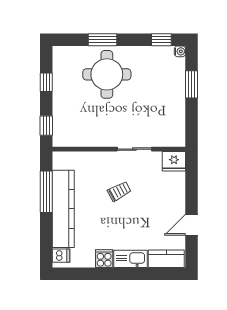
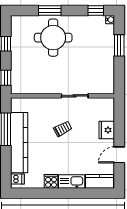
fridge: (174, 161) -> (107, 130), moved, turned 90

